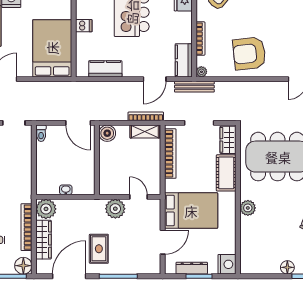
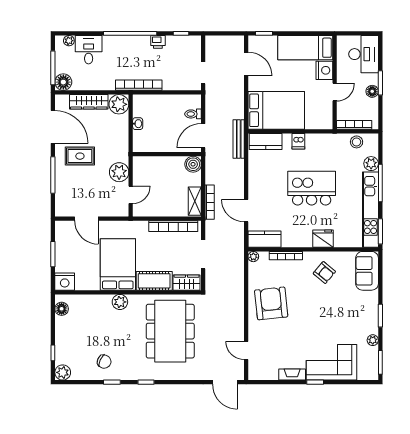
kitchen counter: (105, 69) -> (266, 141), moved, turned 90
bench: (194, 87) -> (239, 139), moved
toilet: (41, 133) -> (193, 114), moved
bed: (191, 211) -> (118, 264), moved, turned 180
bookcase: (26, 227) -> (139, 85), moved
floor lamp: (287, 267) -> (62, 309), moved
dresser: (192, 268) -> (61, 247), removed

